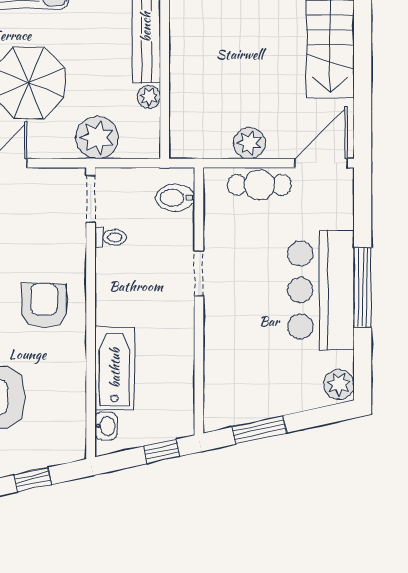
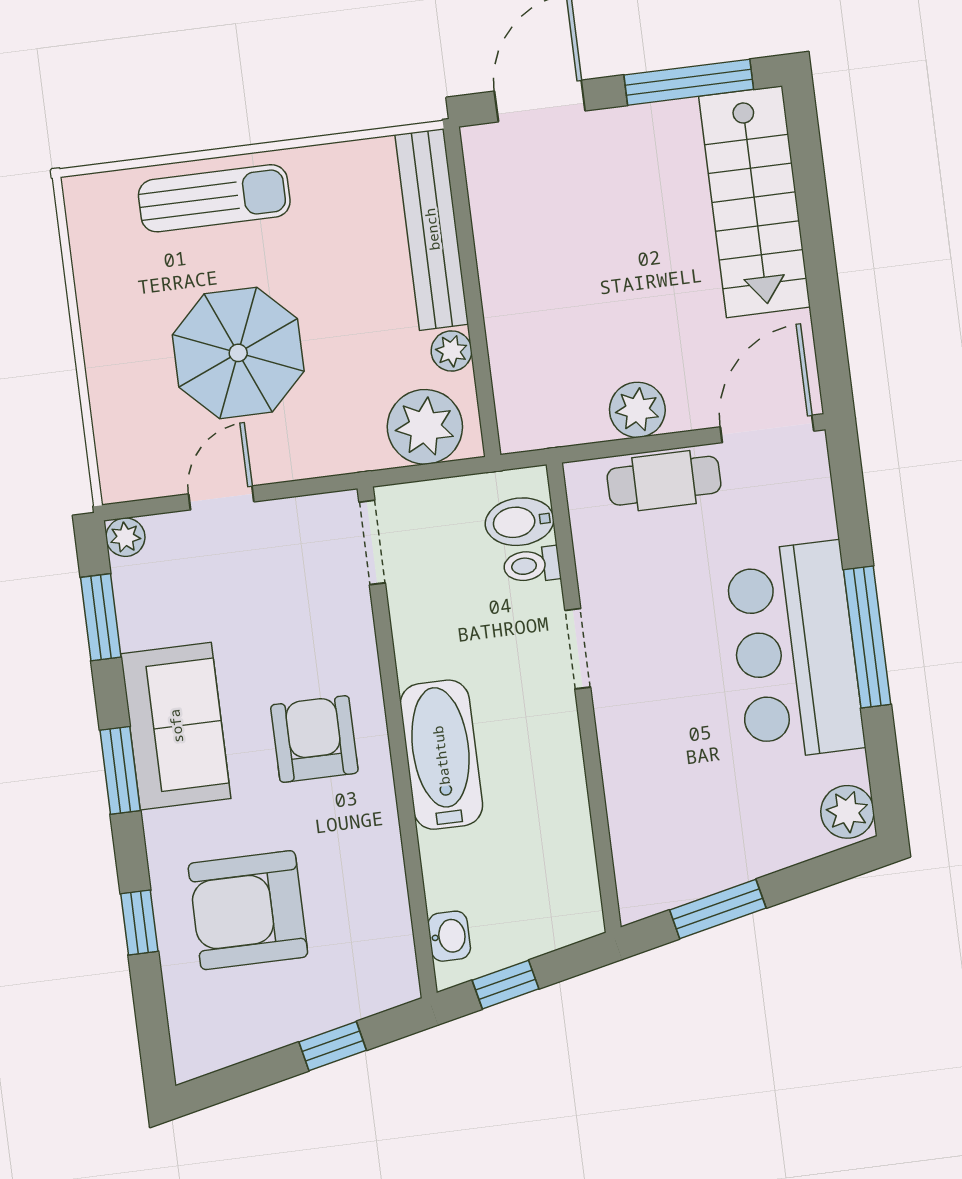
plant: (97, 138) -> (425, 427), moved
toilet: (111, 237) -> (532, 565), moved, turned 180
bathtub: (115, 368) -> (441, 755), moved
window: (162, 451) -> (506, 985), moved

